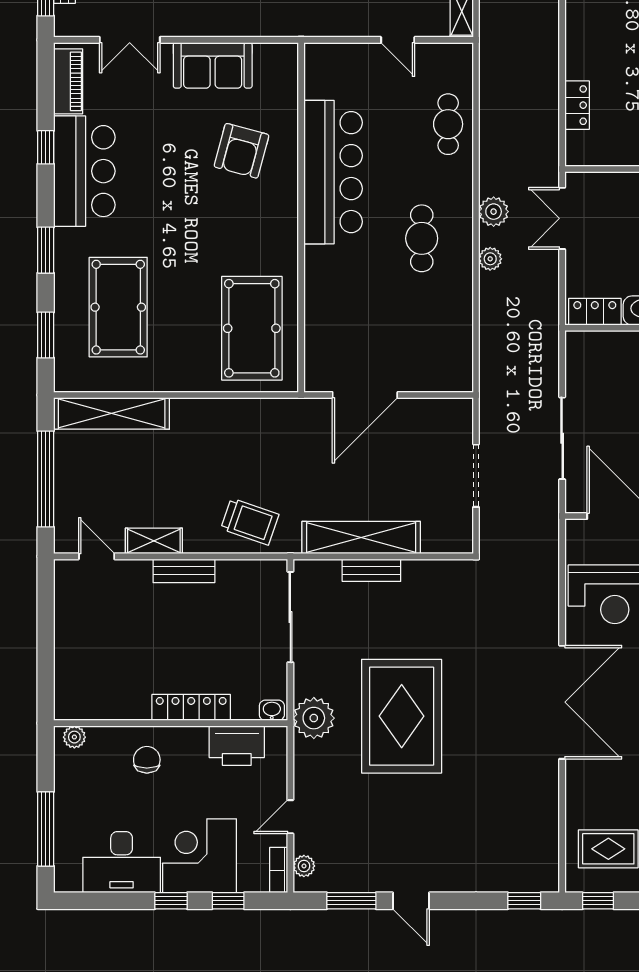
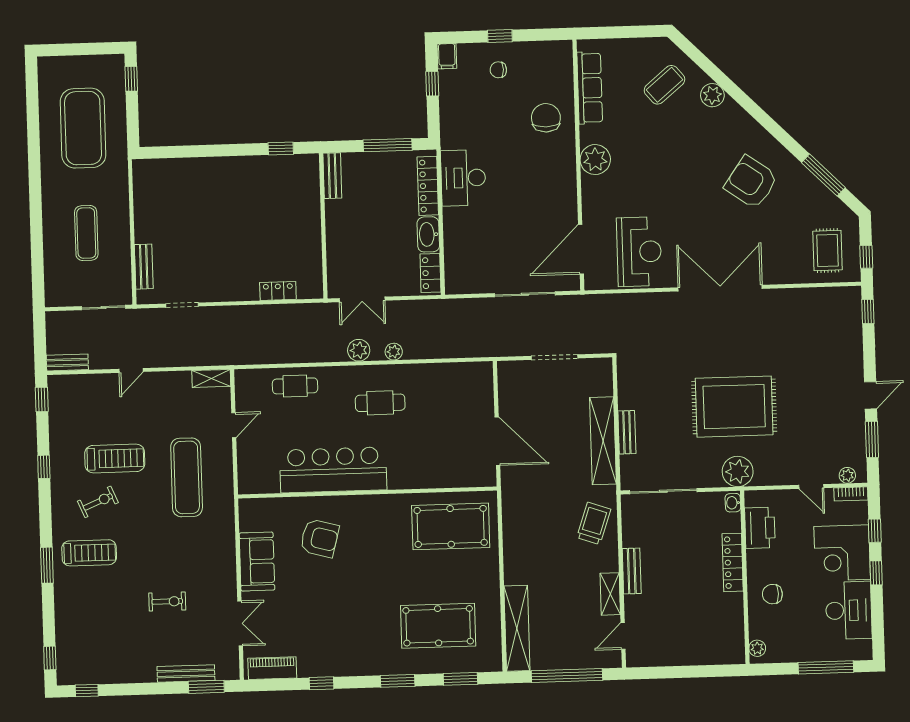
bar counter: (84, 171) -> (338, 654), removed

